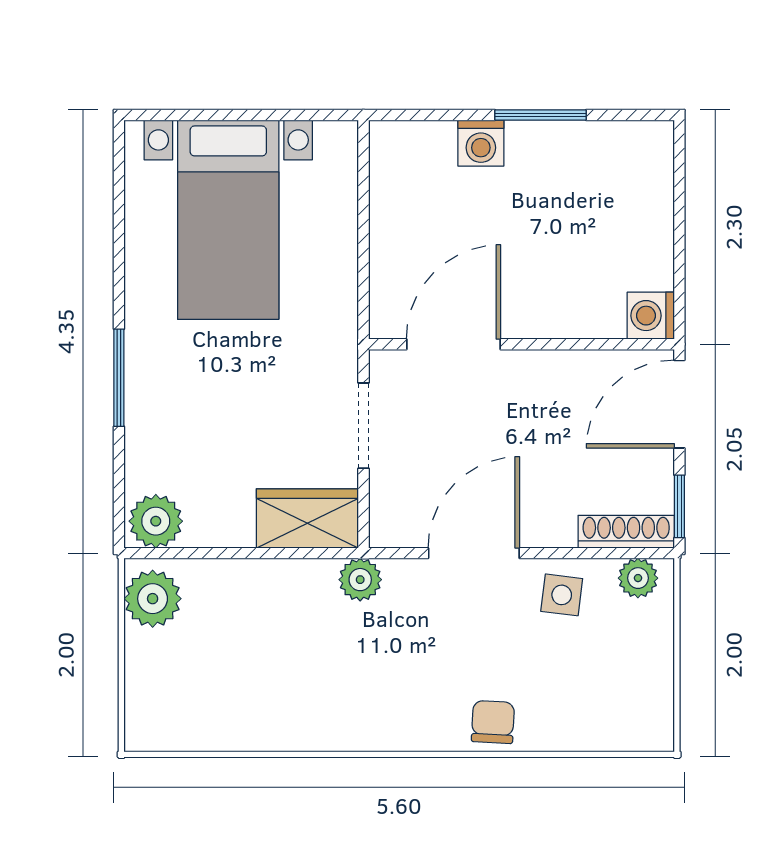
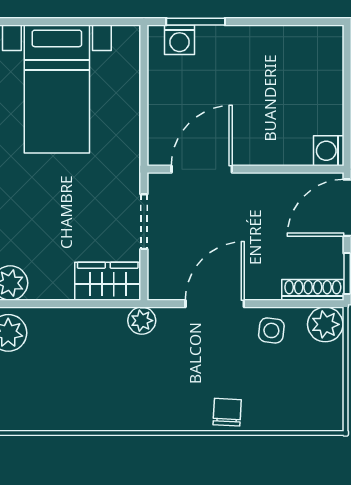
window: (540, 115) -> (196, 22), moved
washing machine: (481, 143) -> (179, 40), moved
plant: (638, 578) -> (325, 324), width x1.38, depth x1.38

